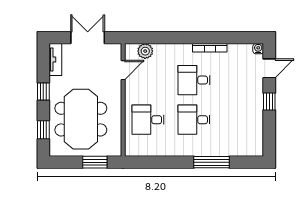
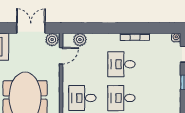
plant: (113, 51) -> (52, 40), added

